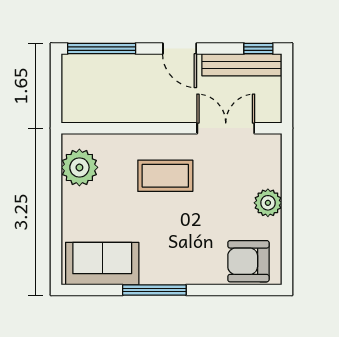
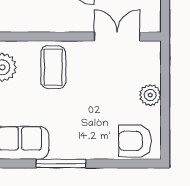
coffee table: (165, 176) -> (53, 67), moved, turned 90

